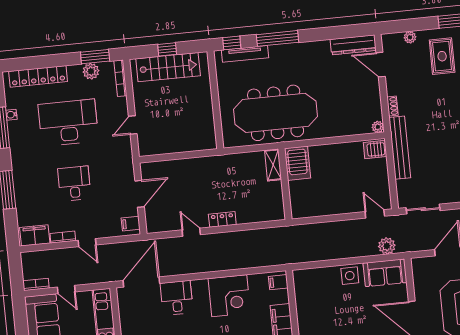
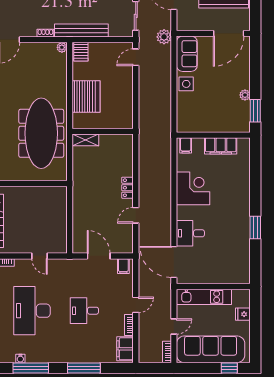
server rack: (298, 163) -> (86, 96), moved, width x1.60
plant: (387, 246) -> (164, 37), moved

